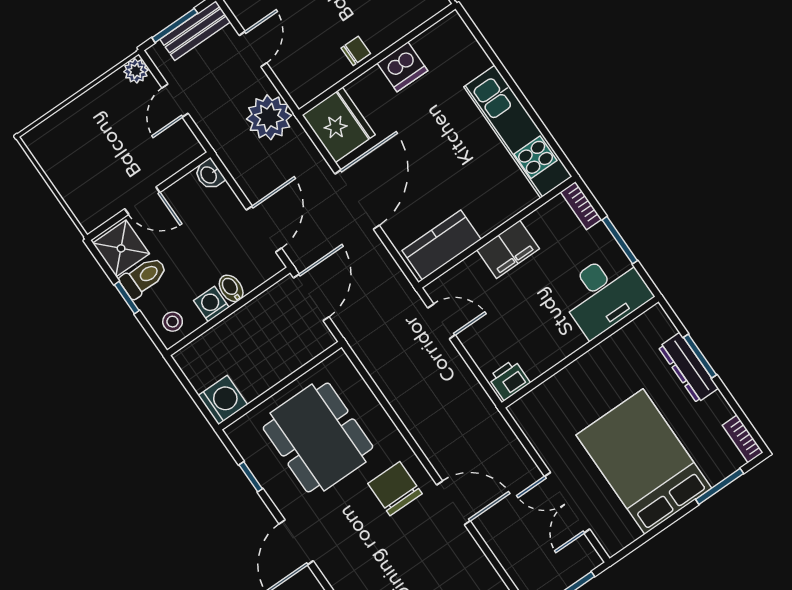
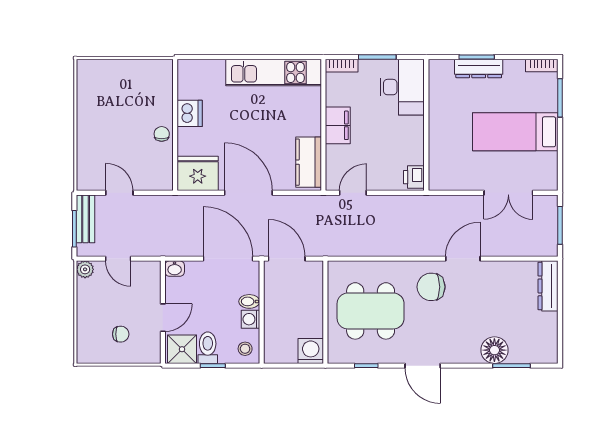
plant: (269, 117) -> (165, 211), removed
chair: (89, 165) -> (121, 334), added
door: (264, 229) -> (228, 259), width x1.36
bed: (644, 462) -> (515, 132), width x0.67

